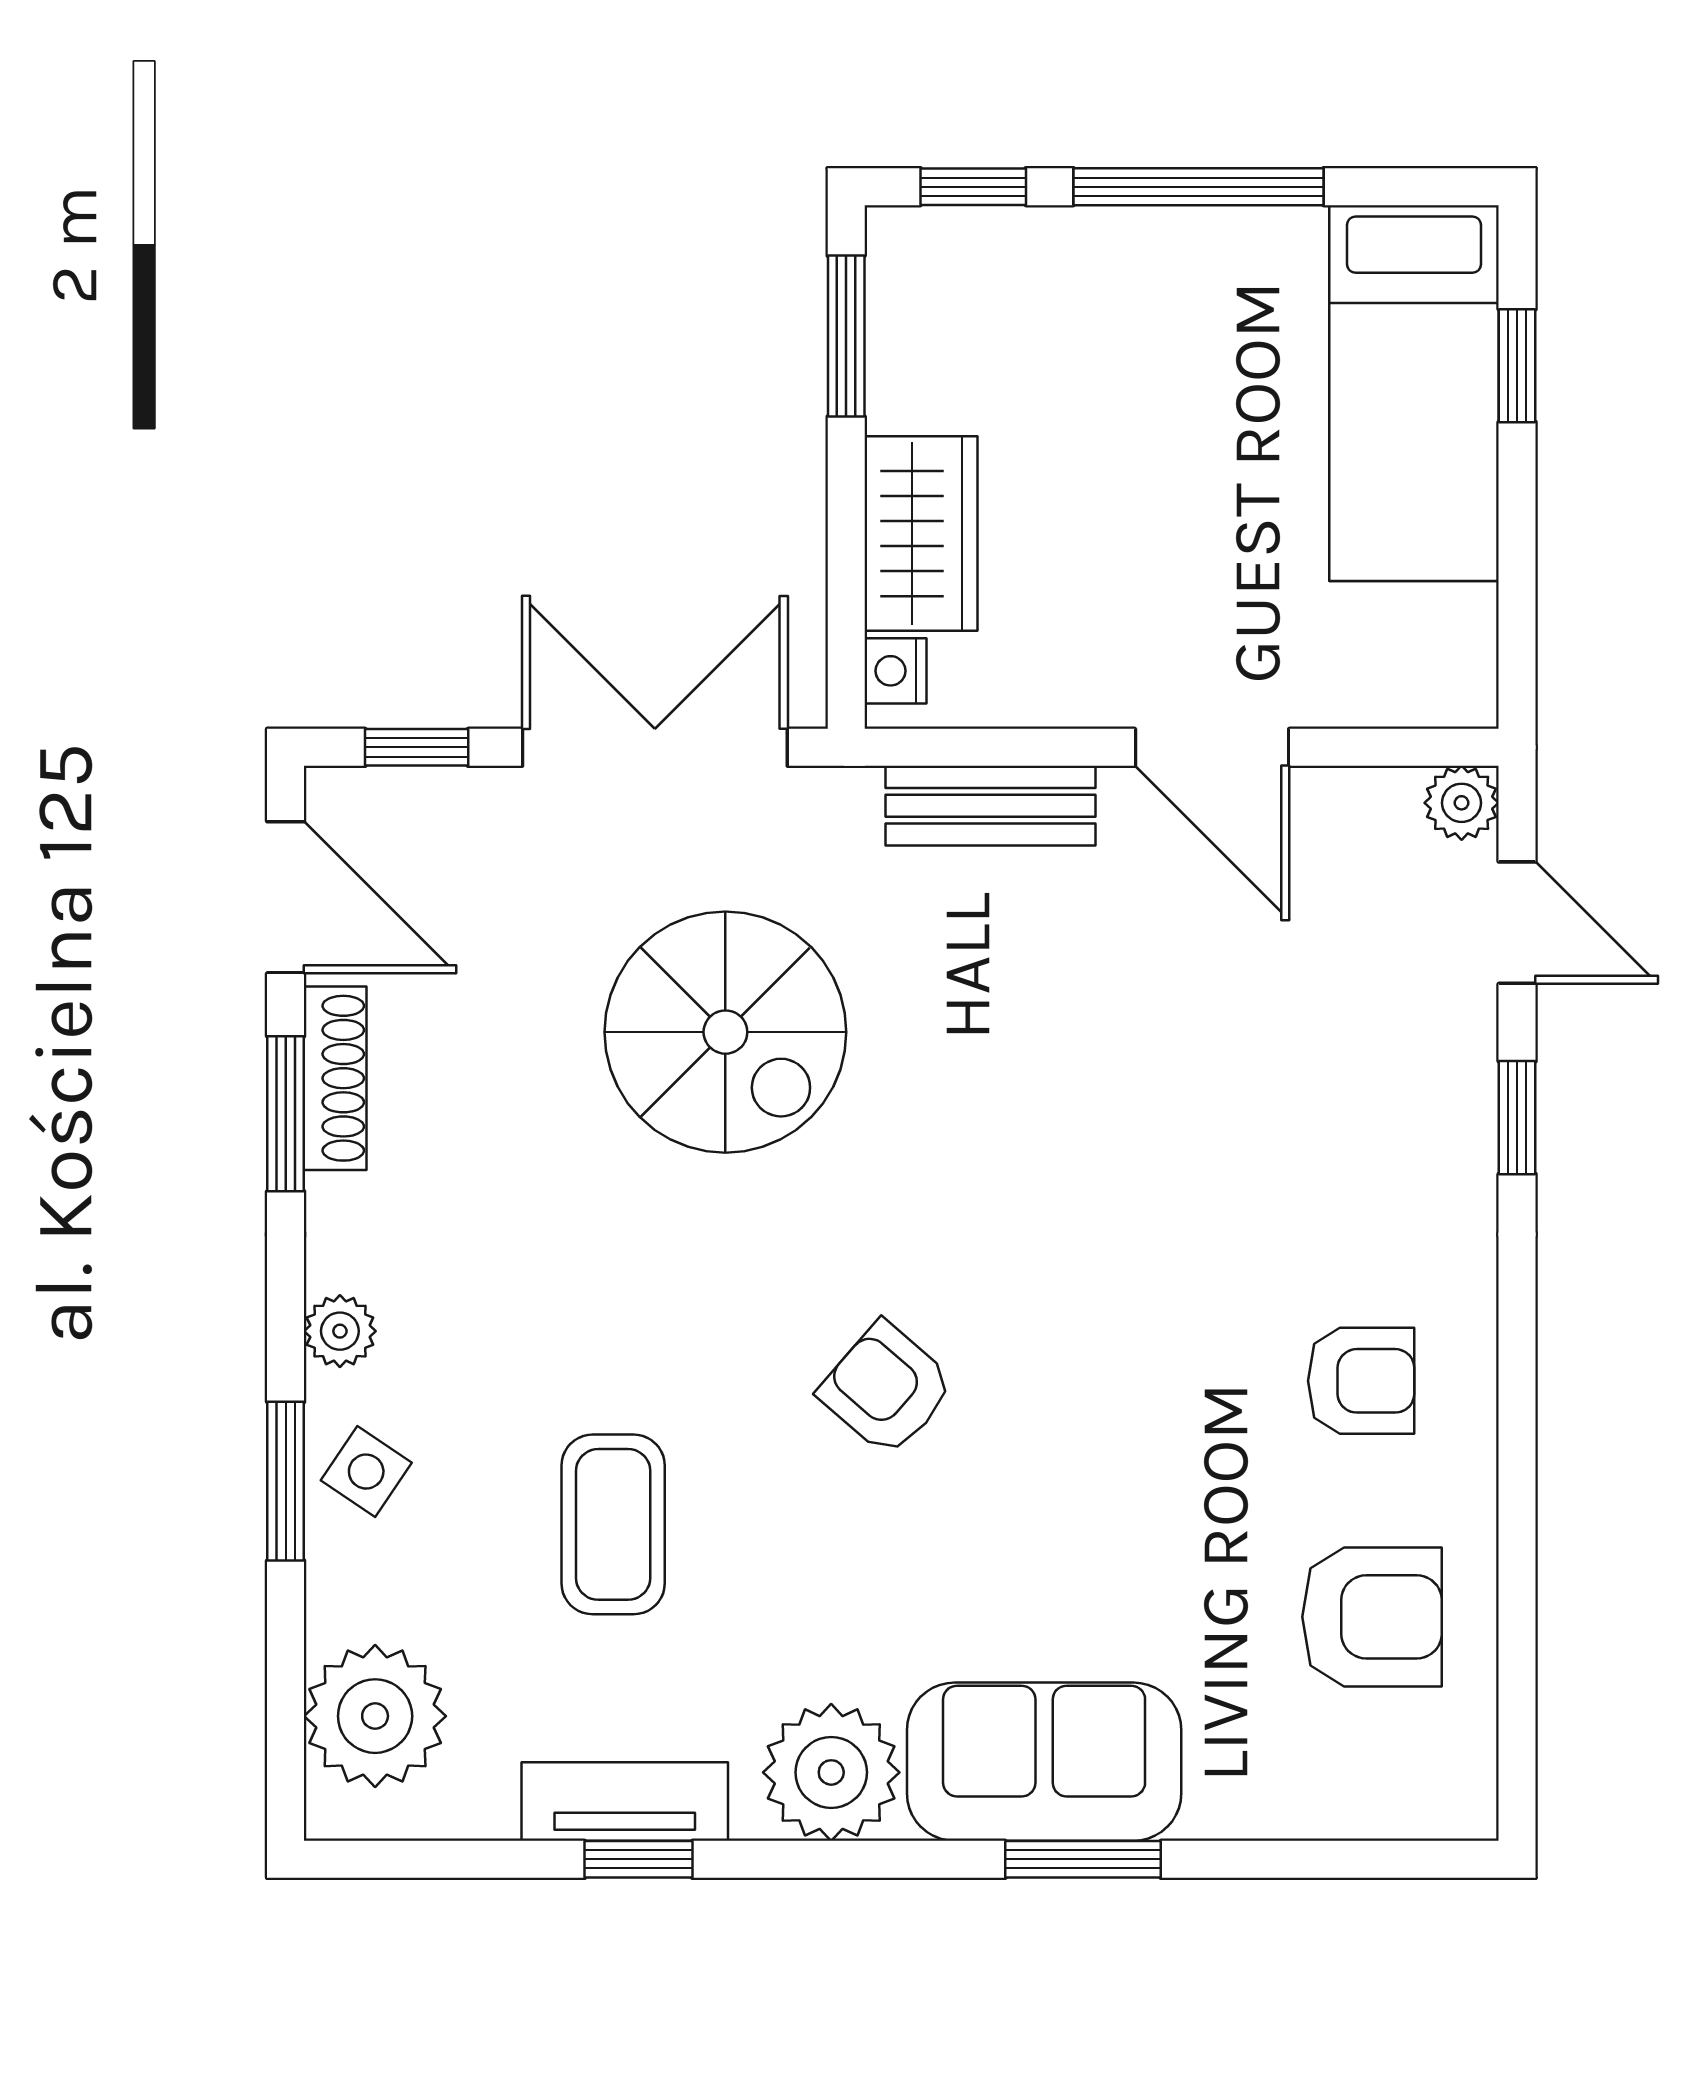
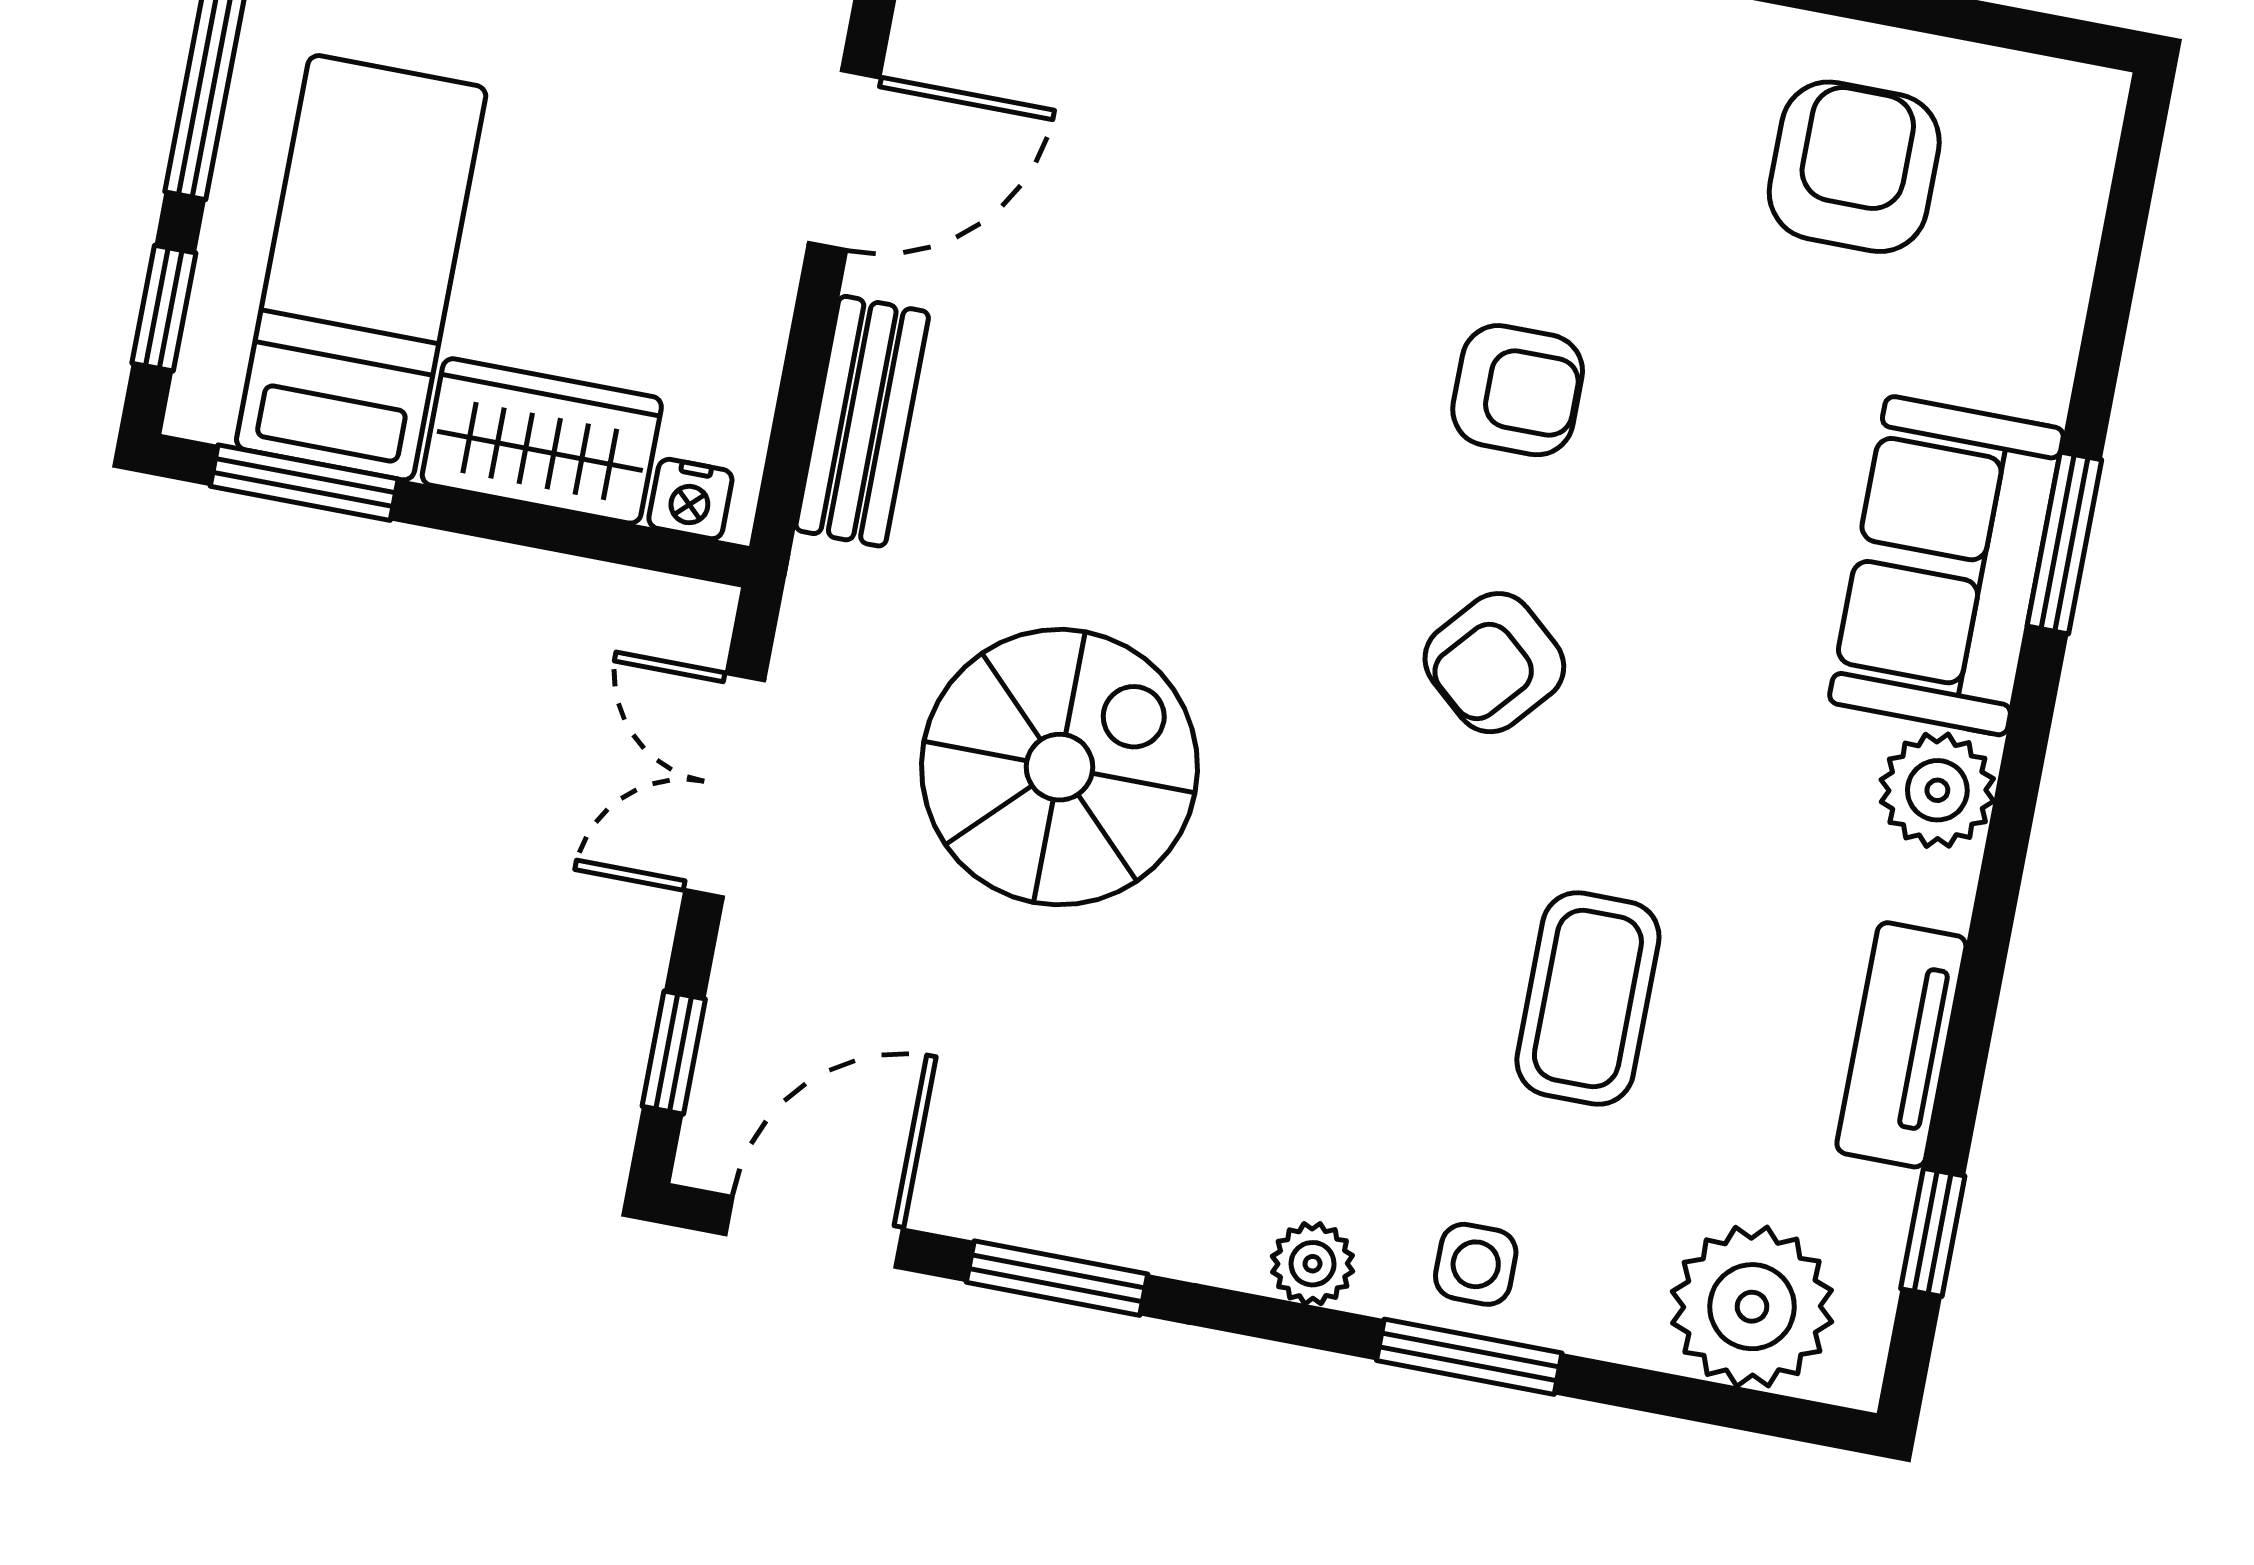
bed: (1040, 350) -> (361, 268), added
double door: (655, 747) -> (725, 785), width x0.73
shoe rack: (335, 1078) -> (1028, 1215), removed
armchair: (1361, 1381) -> (1518, 390), moved, turned 90
side table: (366, 1472) -> (1476, 1264), turned -34
coffee table: (613, 1524) -> (1588, 999), turned 90
plant: (831, 1772) -> (1937, 790), width x0.73, depth x0.73
window: (638, 1859) -> (1933, 1232), moved

